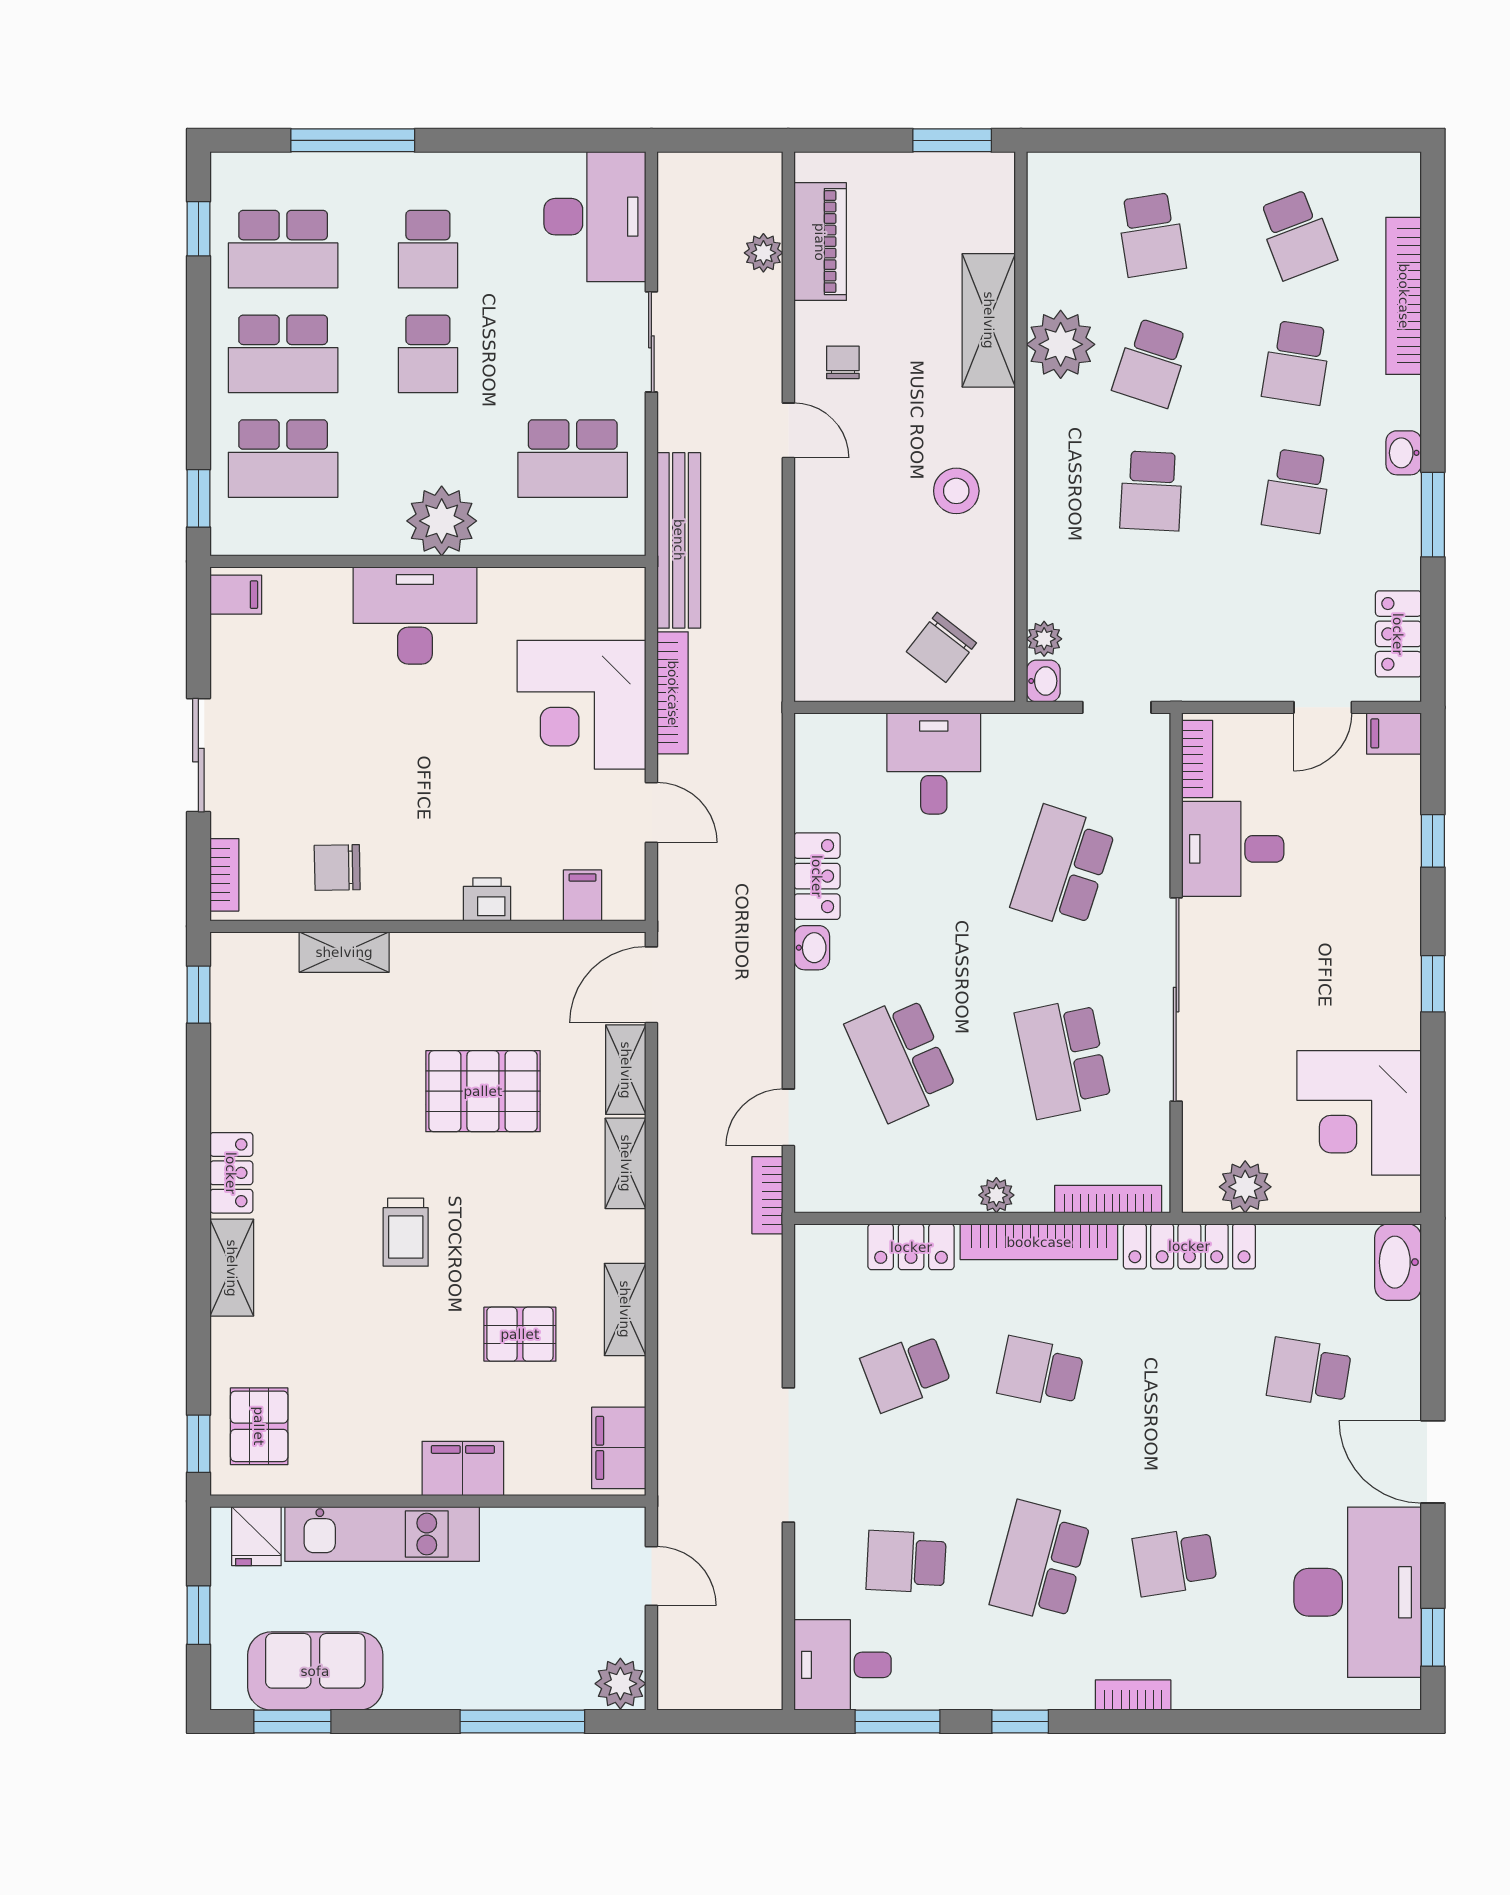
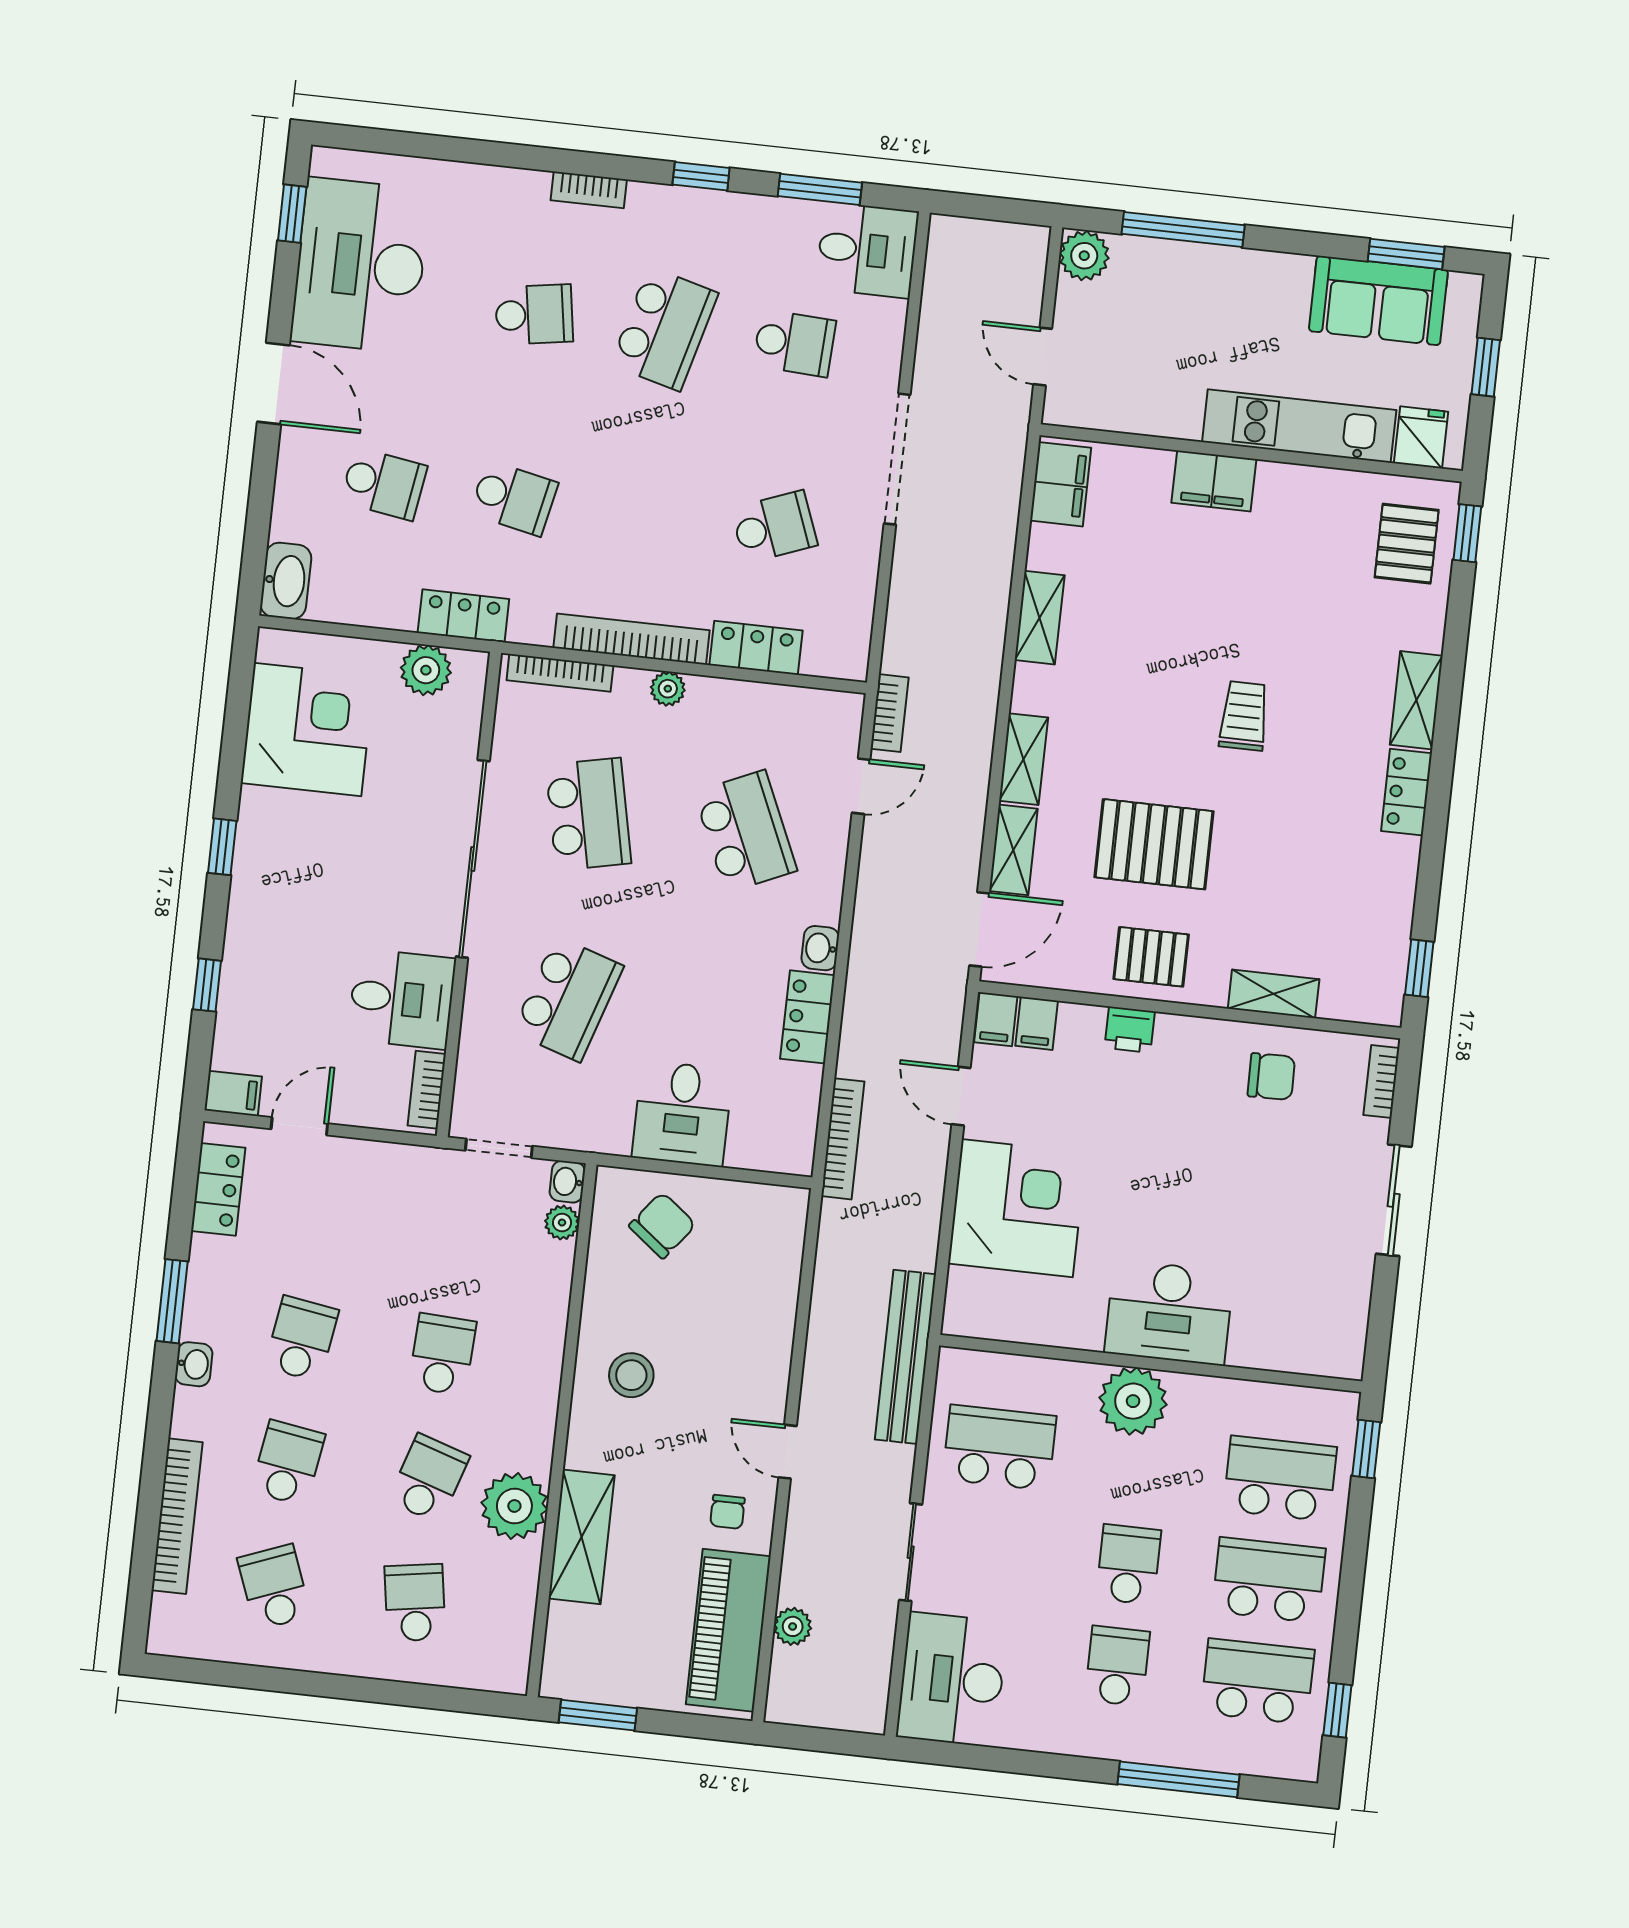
piano: (820, 242) -> (728, 1630), width x1.37, depth x1.33
filing cabinet: (236, 595) -> (996, 1019), moved, turned -90
bookcase: (673, 693) -> (843, 1139), moved, turned 180
locker: (1189, 1246) -> (463, 616), width x0.66
pallet: (520, 1334) -> (1151, 957), moved
school desk: (1040, 1372) -> (514, 498), moved

